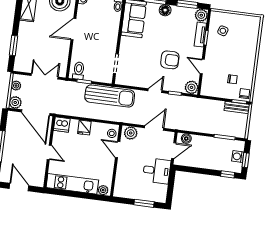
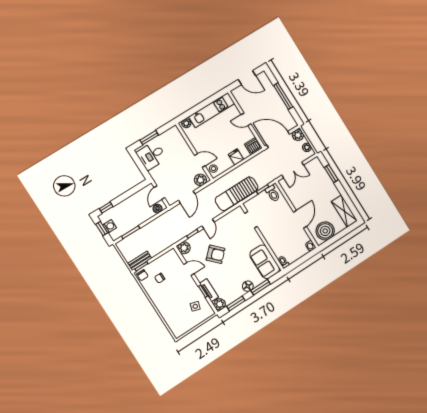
armchair: (170, 60) -> (216, 254), turned -134
desk: (157, 171) -> (152, 156), moved

